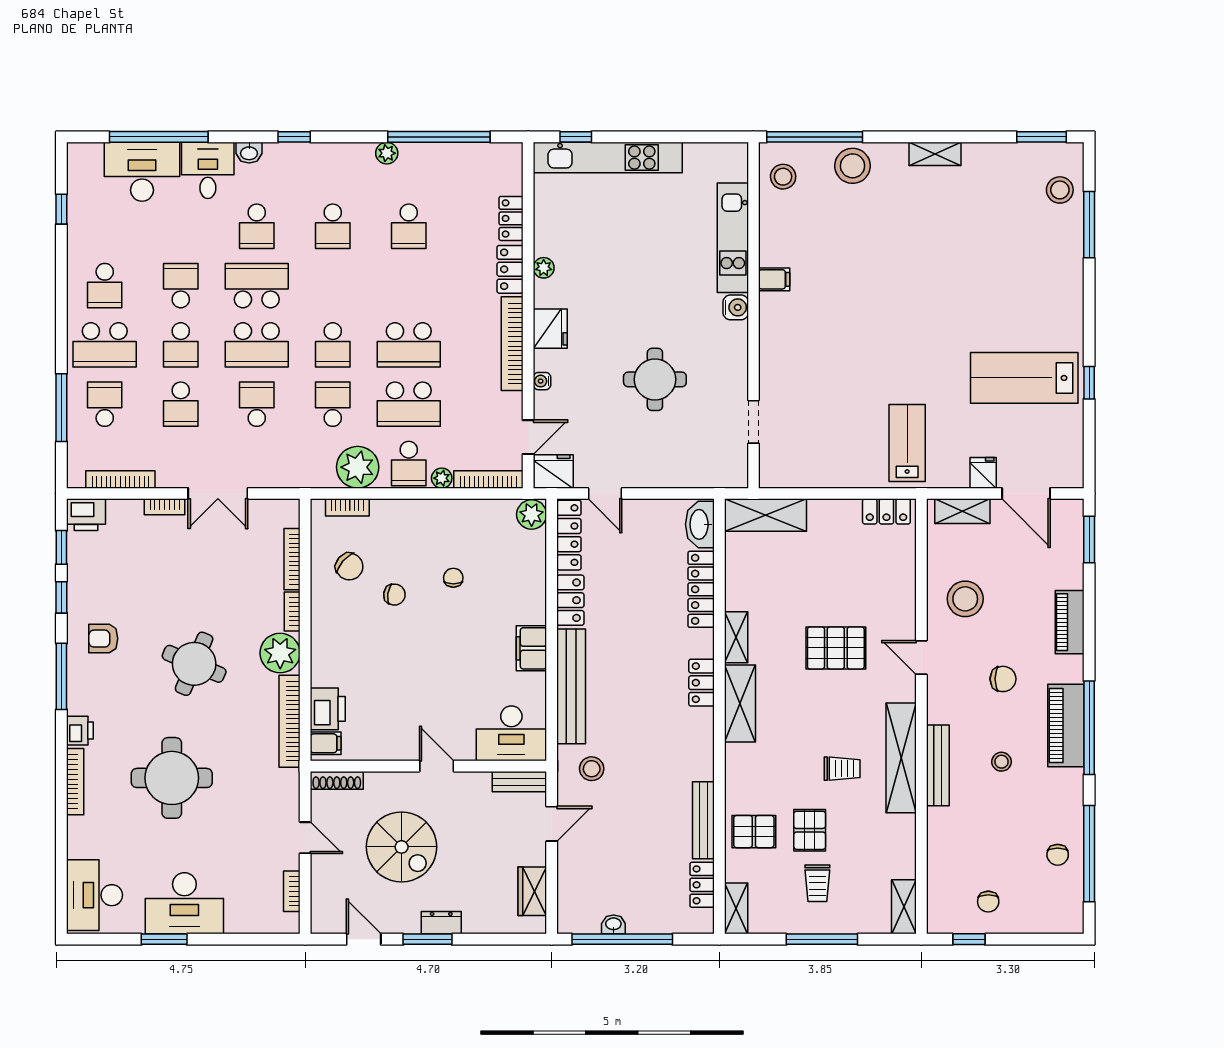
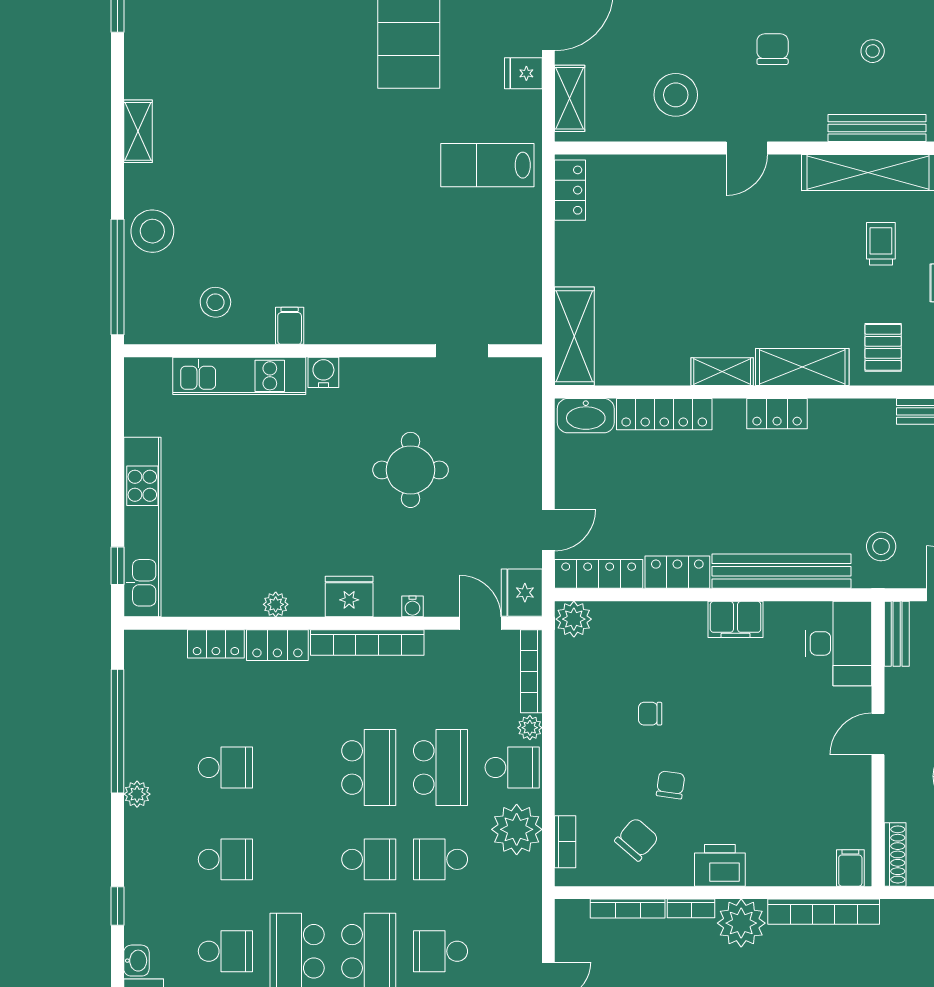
stool: (783, 177) -> (215, 302), moved
pallet: (836, 648) -> (883, 347), moved, width x0.67, depth x0.71
printer: (328, 709) -> (720, 865), moved

